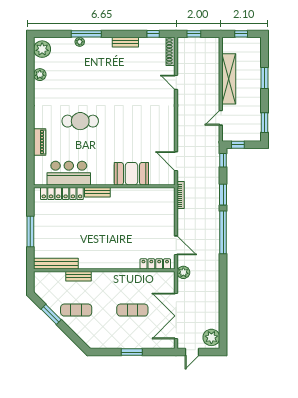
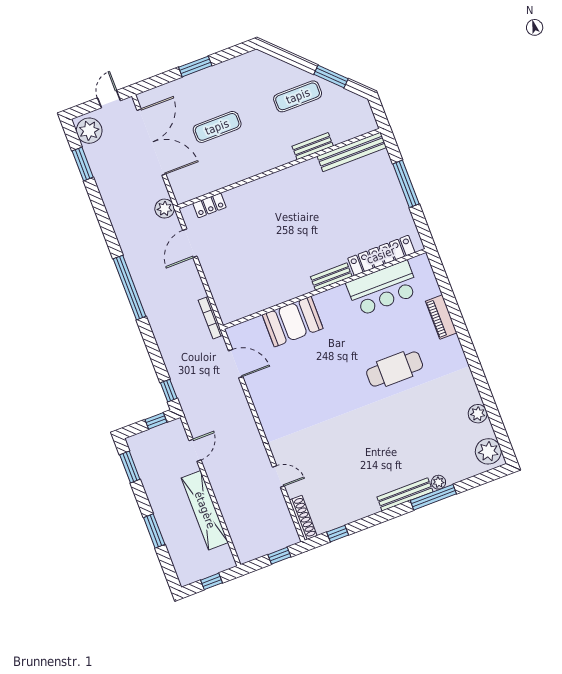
bench: (125, 42) -> (405, 494), moved, width x1.36
window: (223, 195) -> (83, 164), moved
door: (176, 245) -> (190, 243), hinge flipped
locker: (155, 264) -> (209, 205), width x0.66

